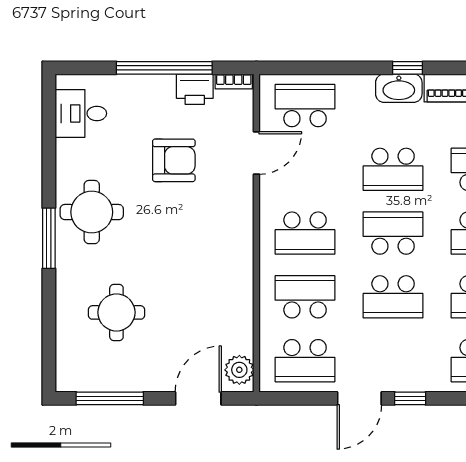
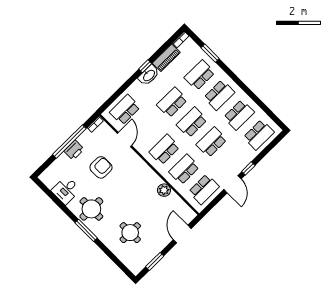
printer: (195, 89) -> (74, 150), moved
desk: (81, 113) -> (66, 190), moved
school desk: (393, 169) -> (172, 102), turned 180
school desk: (305, 233) -> (164, 149), turned 180
school desk: (393, 297) -> (212, 142), turned 180
plant: (239, 370) -> (164, 190), moved
window: (110, 398) -> (155, 261), width x0.69

